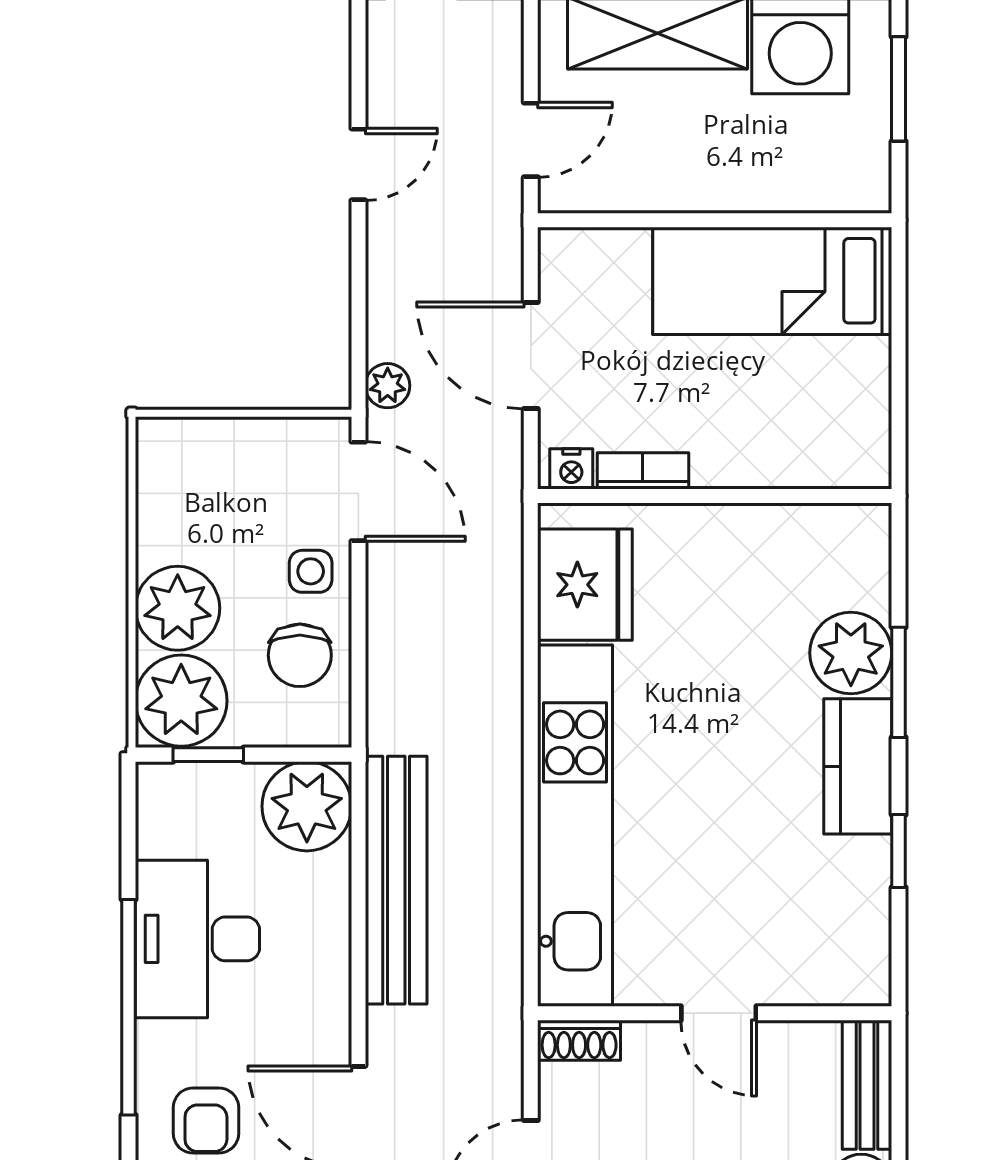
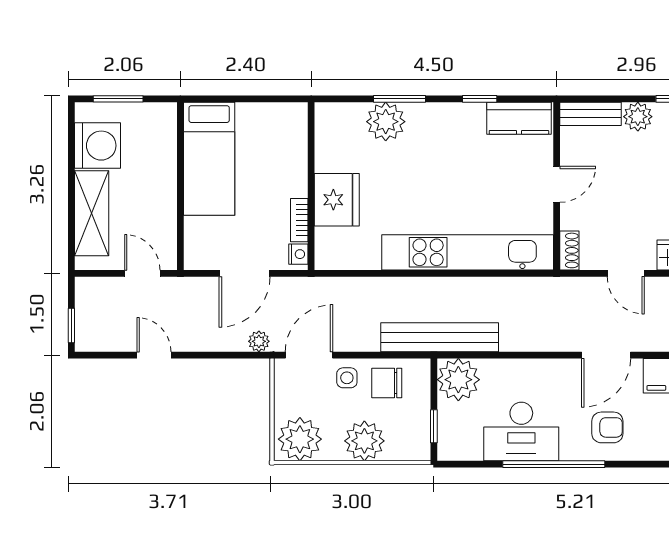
fridge: (585, 585) -> (337, 200), moved, turned 90
chair: (300, 655) -> (387, 383), turned 180
plant: (181, 701) -> (300, 439), moved
kitchen counter: (858, 766) -> (519, 118), moved
bench: (396, 880) -> (440, 337), moved

